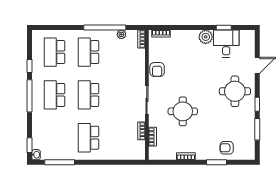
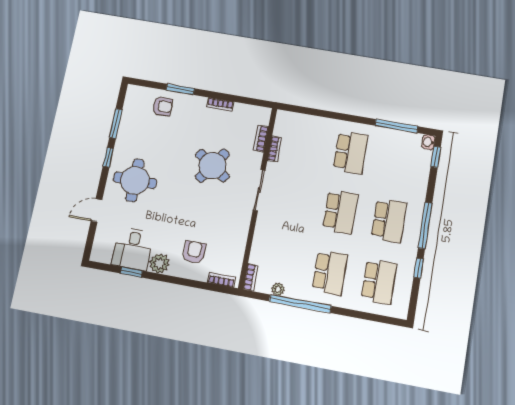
armchair: (157, 70) -> (194, 252), moved
round table: (183, 111) -> (212, 166), turned 34

